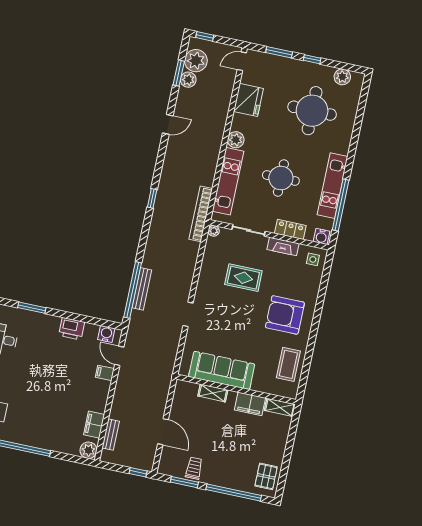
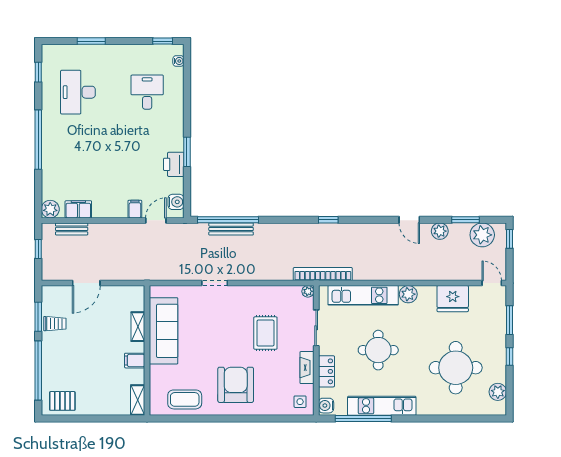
plant: (188, 80) -> (440, 231), moved
window: (32, 308) -> (187, 152), moved
filing cabinet: (250, 404) -> (135, 361), width x0.50
window: (138, 472) -> (38, 249), moved

